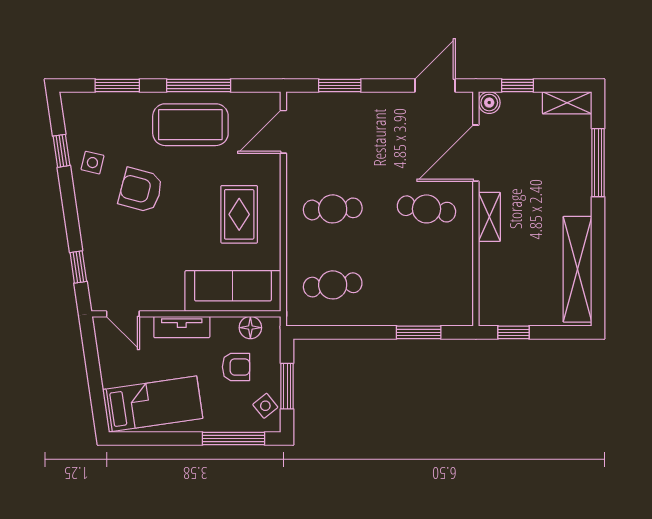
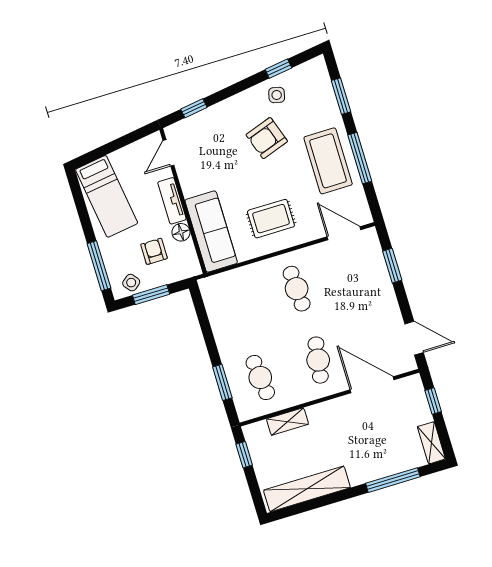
boiler: (489, 103) -> (414, 383), removed
armchair: (141, 190) -> (267, 138), turned -124
shelving: (489, 217) -> (287, 422), moved
cafe table: (333, 285) -> (260, 378), moved
floor lamp: (250, 328) -> (181, 232), moved
armchair: (236, 367) -> (154, 251), turned 180

